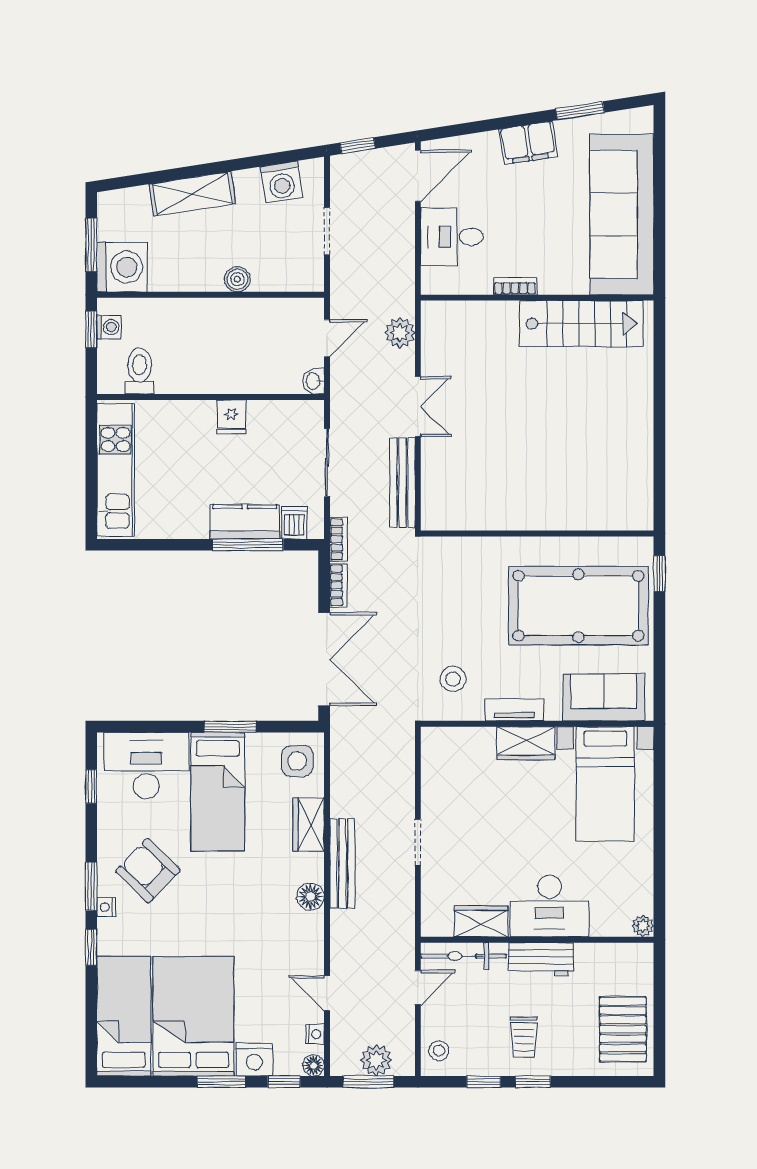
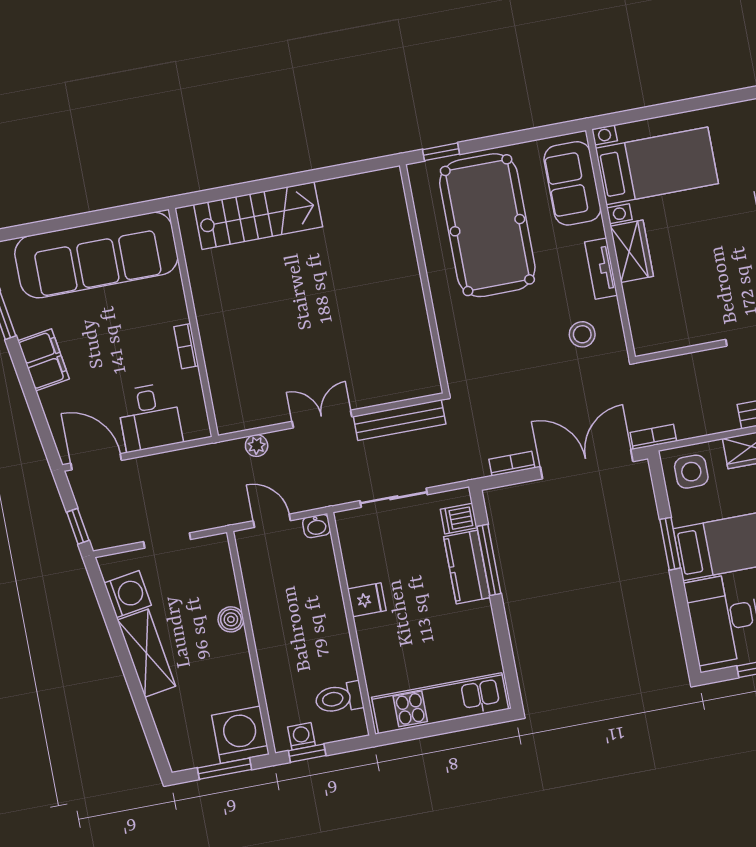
shelving: (192, 194) -> (146, 653), moved
stairs: (581, 324) -> (258, 216), moved, turned 90
plant: (400, 333) -> (257, 446), width x0.73, depth x0.73
bookcase: (339, 539) -> (653, 437), moved

